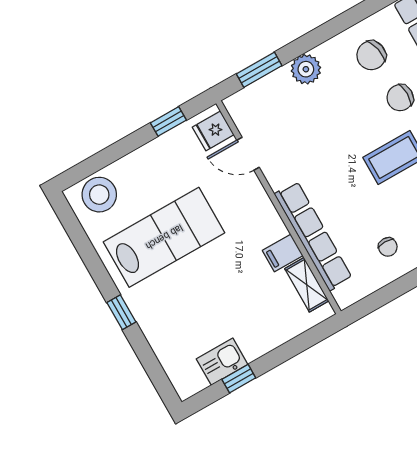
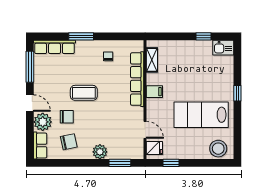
filing cabinet: (283, 253) -> (154, 92), moved
kitchen sink: (222, 362) -> (223, 48), moved

